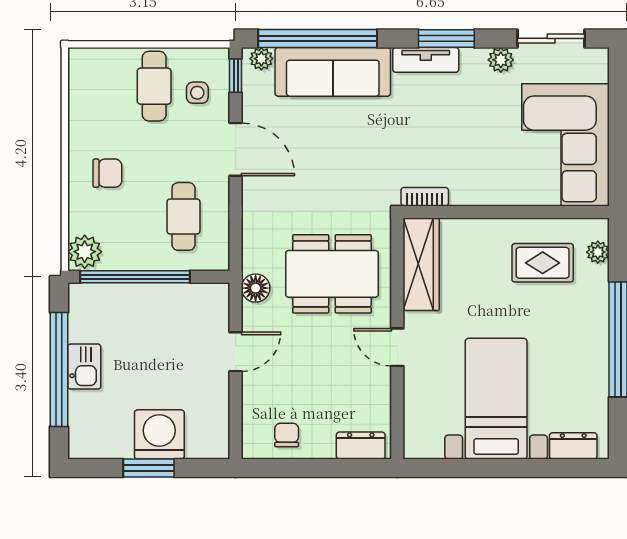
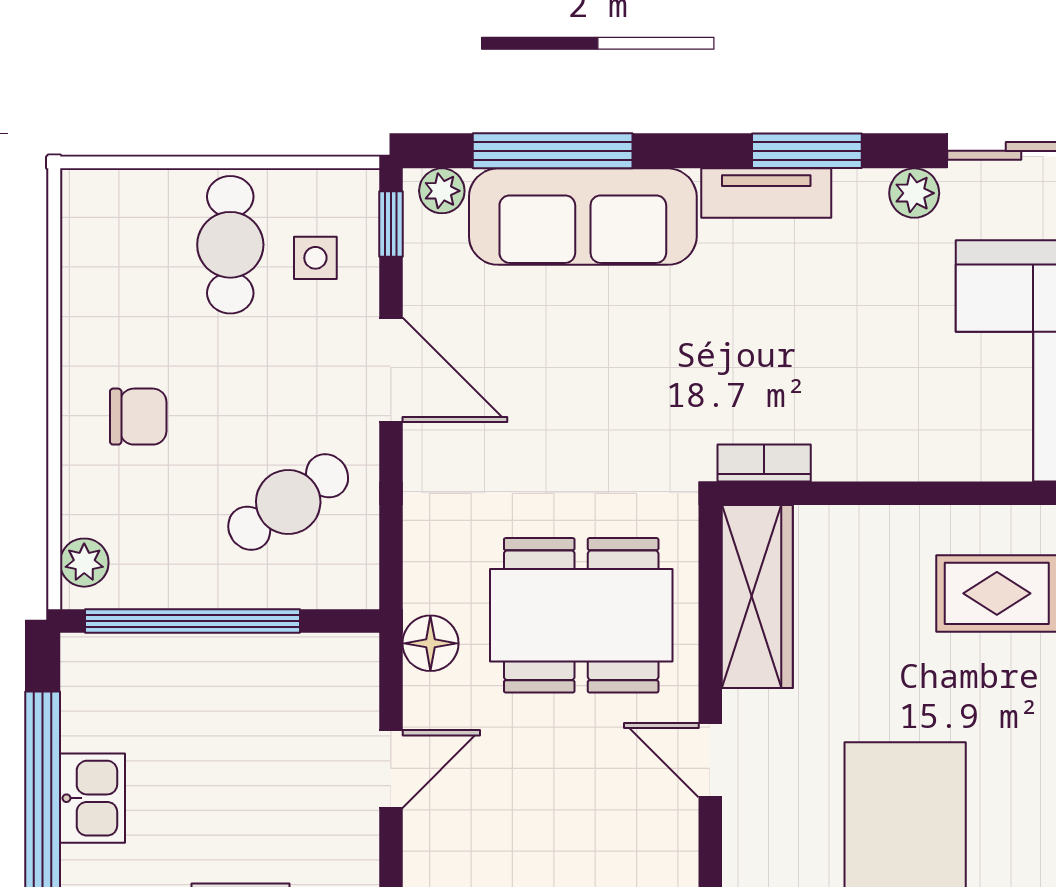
window: (318, 38) -> (553, 151), width x0.68
cafe table: (183, 216) -> (288, 502), turned 56
plant: (85, 252) -> (84, 563), width x0.73, depth x0.73

